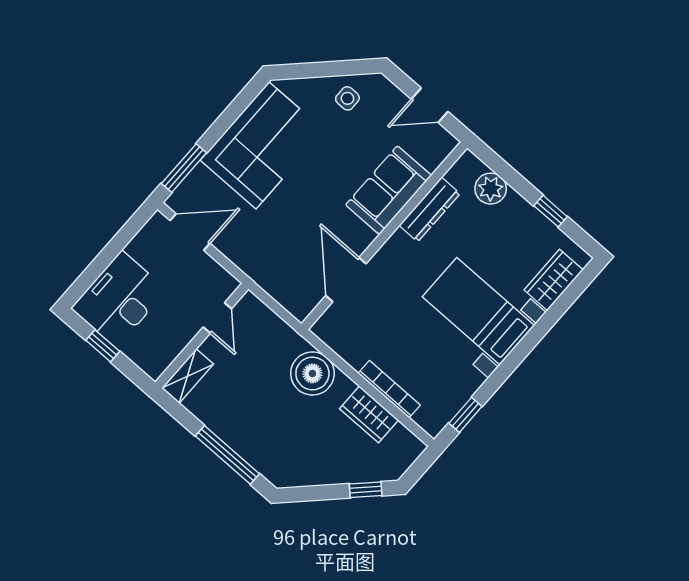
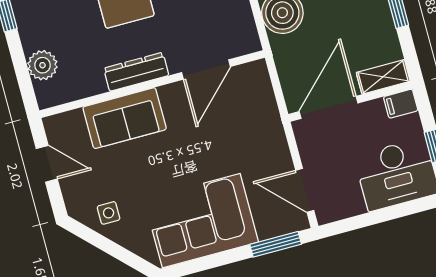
dresser: (430, 209) -> (136, 72), moved
door: (217, 318) -> (329, 107), width x1.87
filing cabinet: (157, 363) -> (401, 104), added

